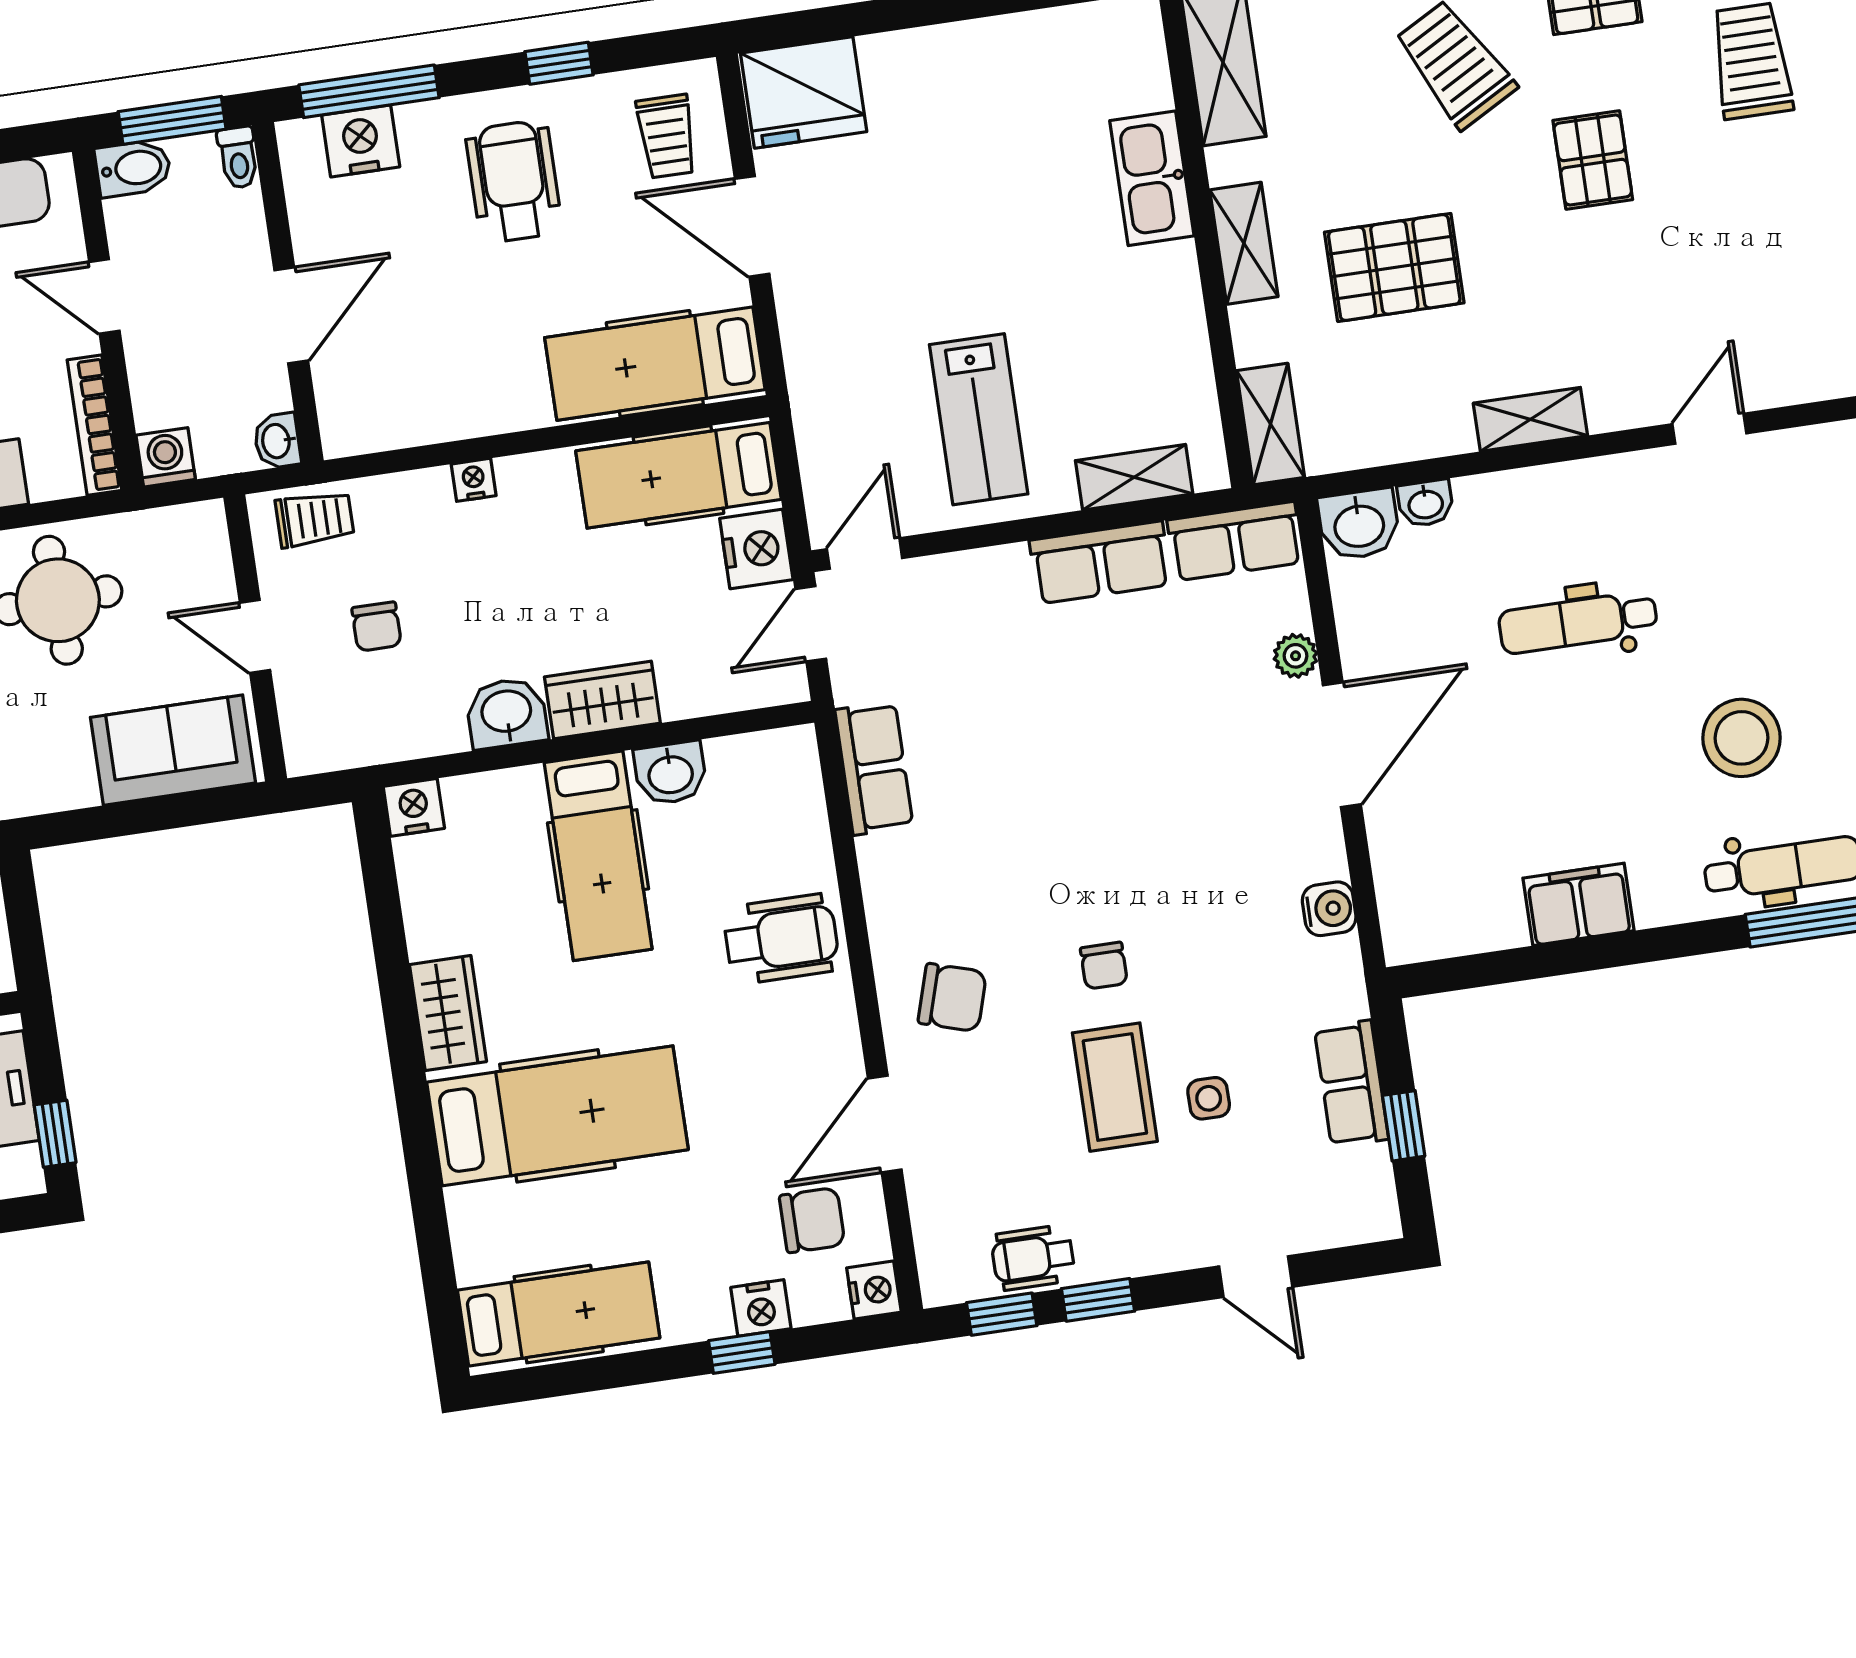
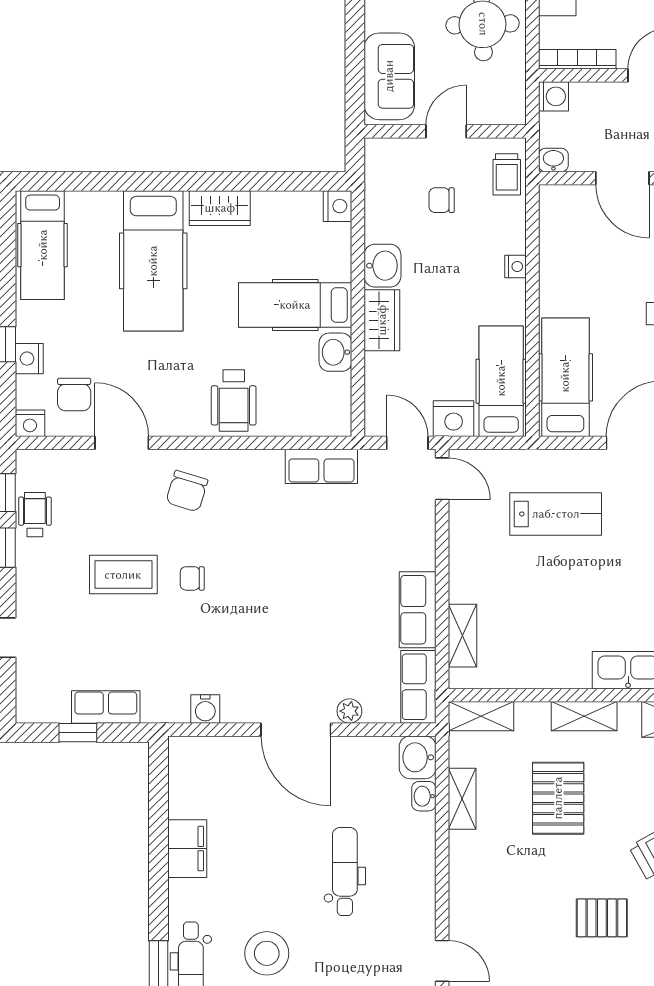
lab bench: (979, 419) -> (556, 514), moved, turned 180
shelving: (1530, 419) -> (462, 799), moved
side table: (1209, 1098) -> (109, 626), removed

